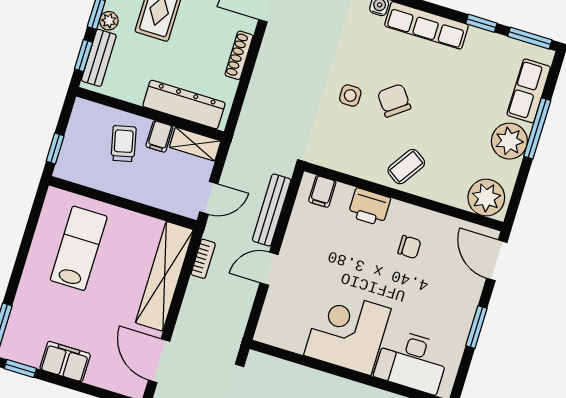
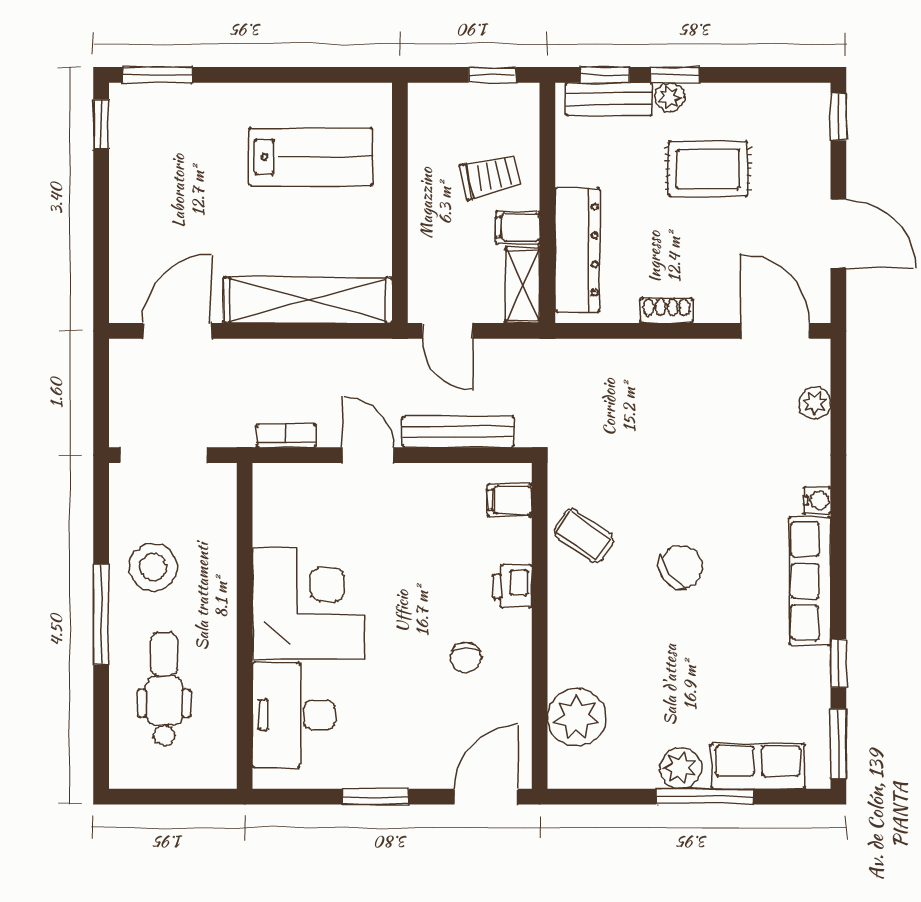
shoe rack: (239, 55) -> (666, 311), width x0.70
side table: (350, 96) -> (668, 498), removed
plant: (509, 141) -> (680, 768), width x0.73, depth x0.73
window: (55, 148) -> (492, 75), moved
coffee table: (406, 167) -> (584, 536), moved
plant: (486, 198) -> (576, 718), moved
printer: (369, 207) -> (513, 586), width x0.73, depth x0.81
bookcase: (203, 259) -> (286, 435), moved, turned 180
filing cabinet: (65, 362) -> (133, 189), removed

